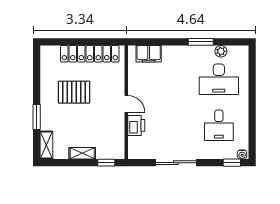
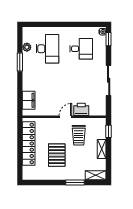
trolley: (101, 122) -> (79, 135), added

